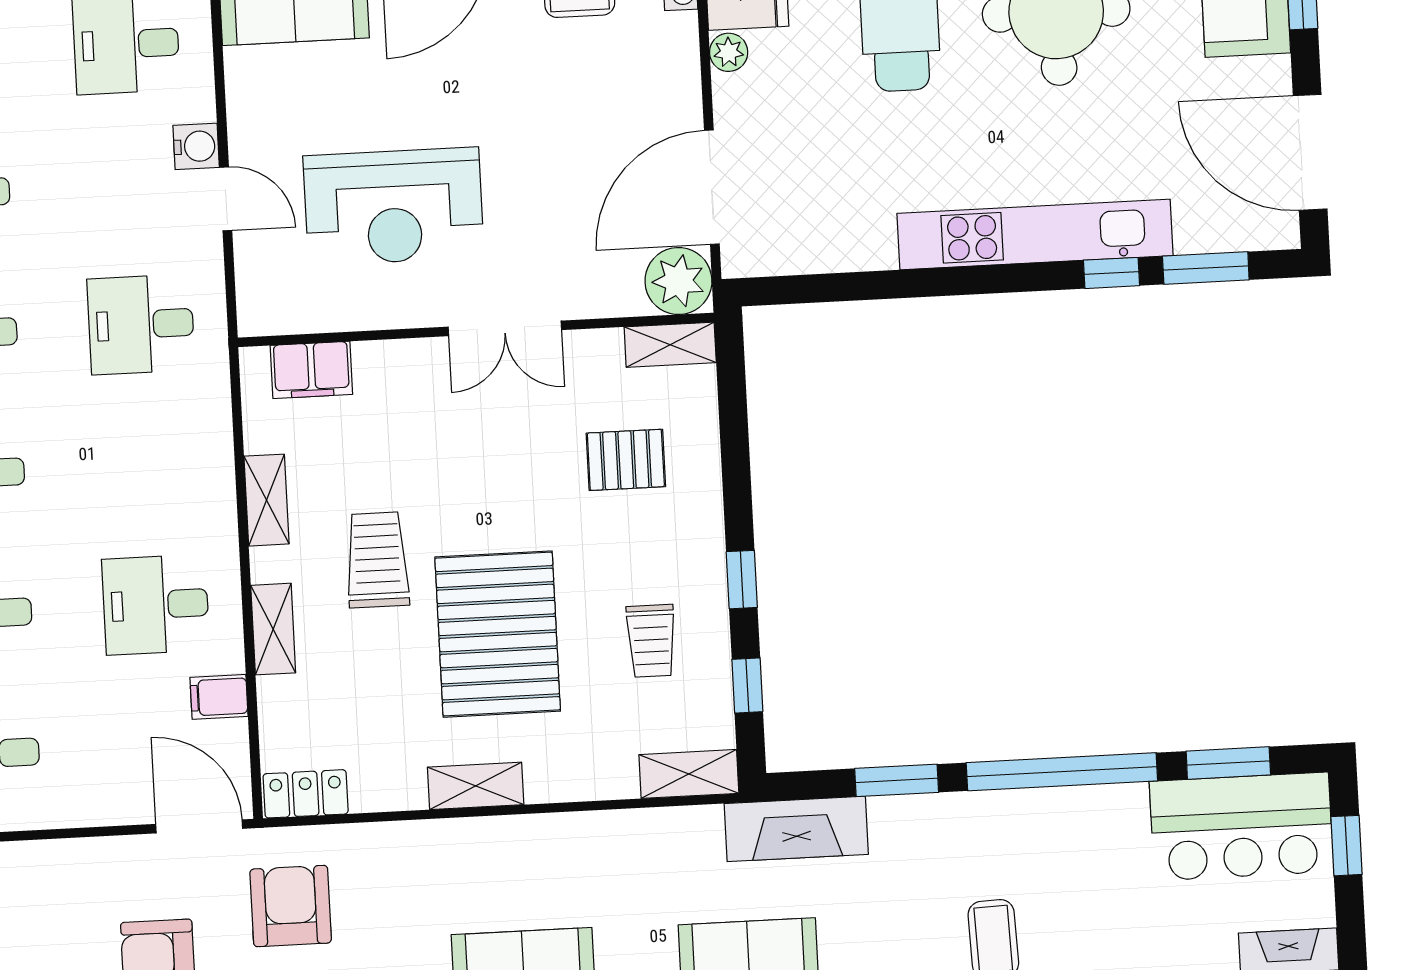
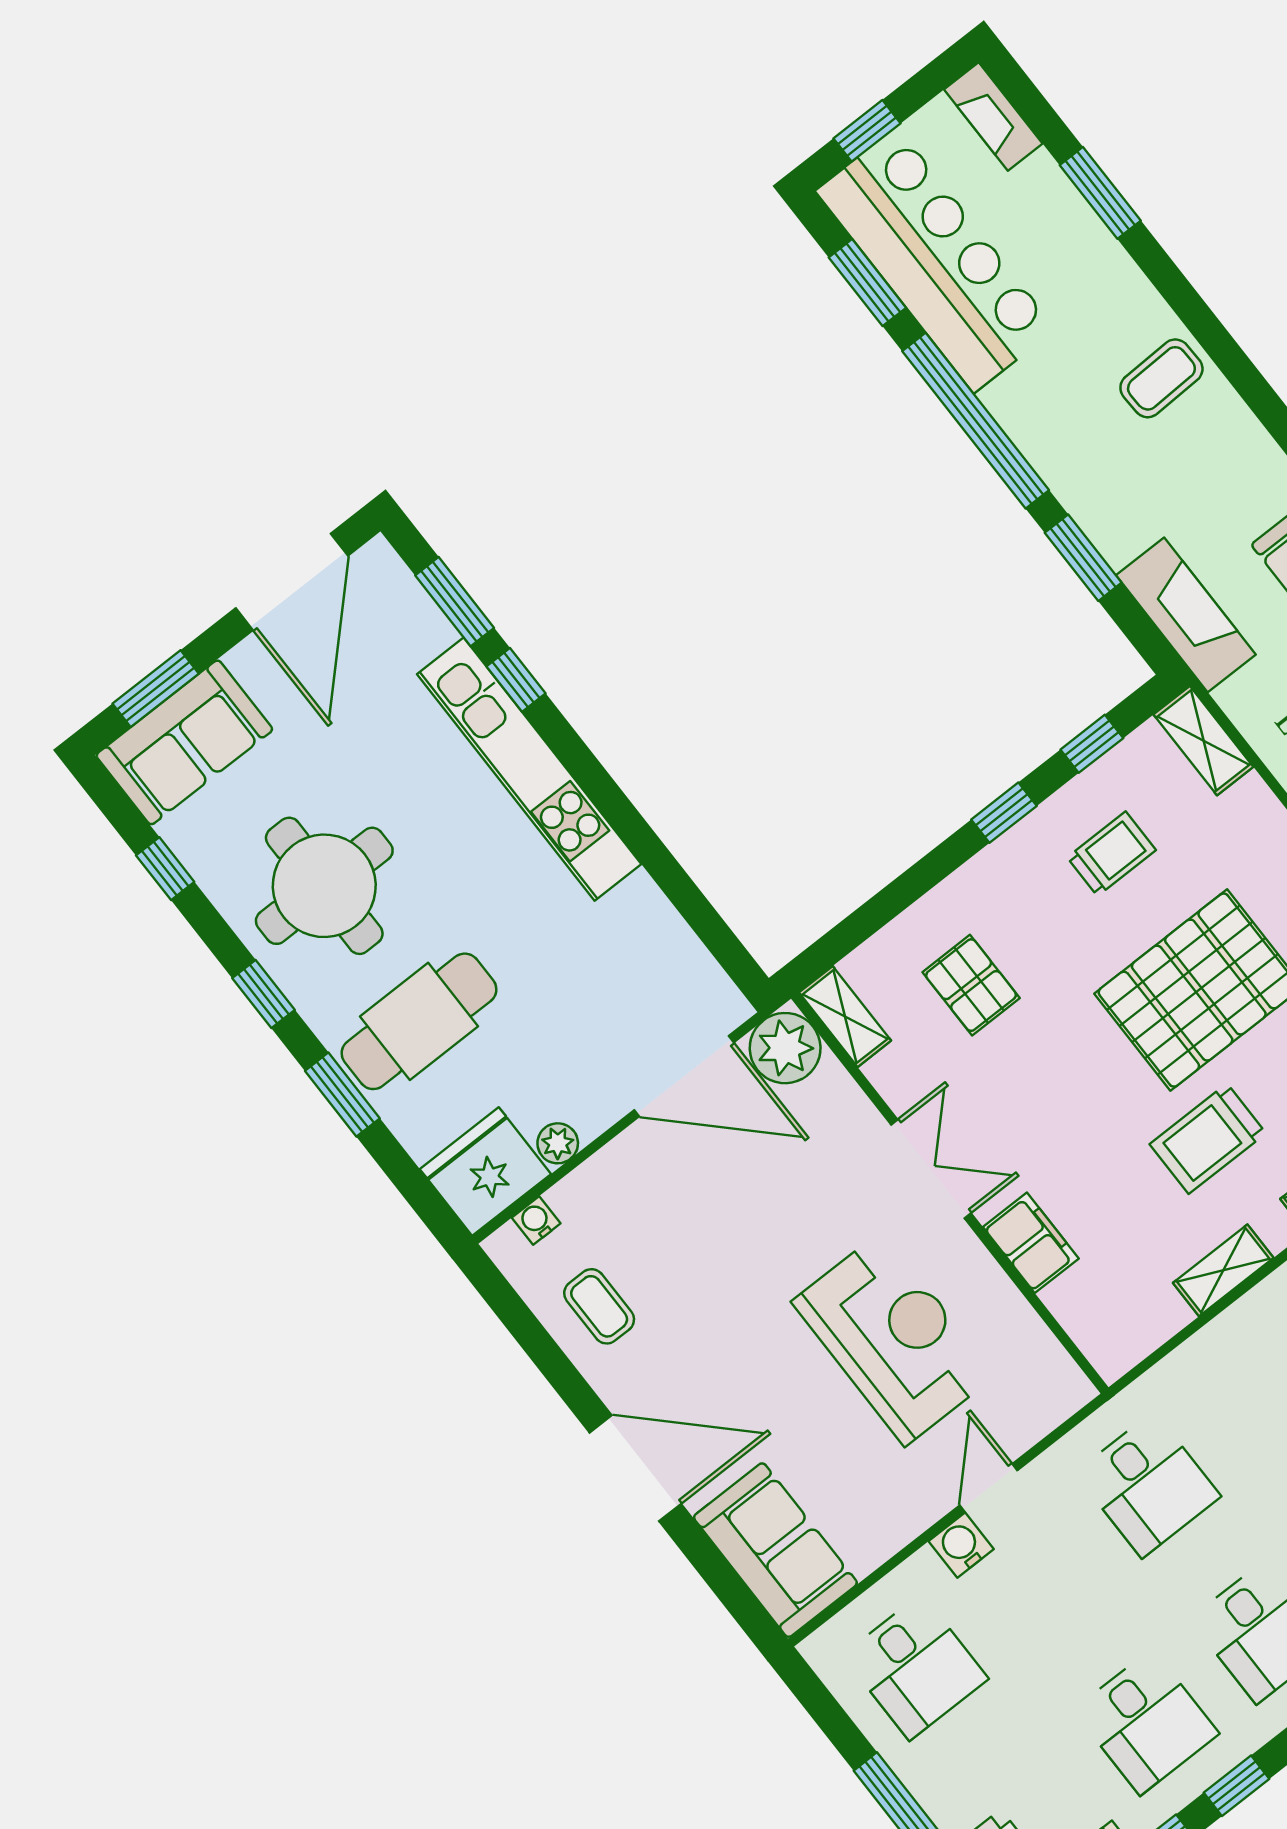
filing cabinet: (311, 370) -> (1031, 1243), moved
bar counter: (1241, 826) -> (935, 260), width x1.36

